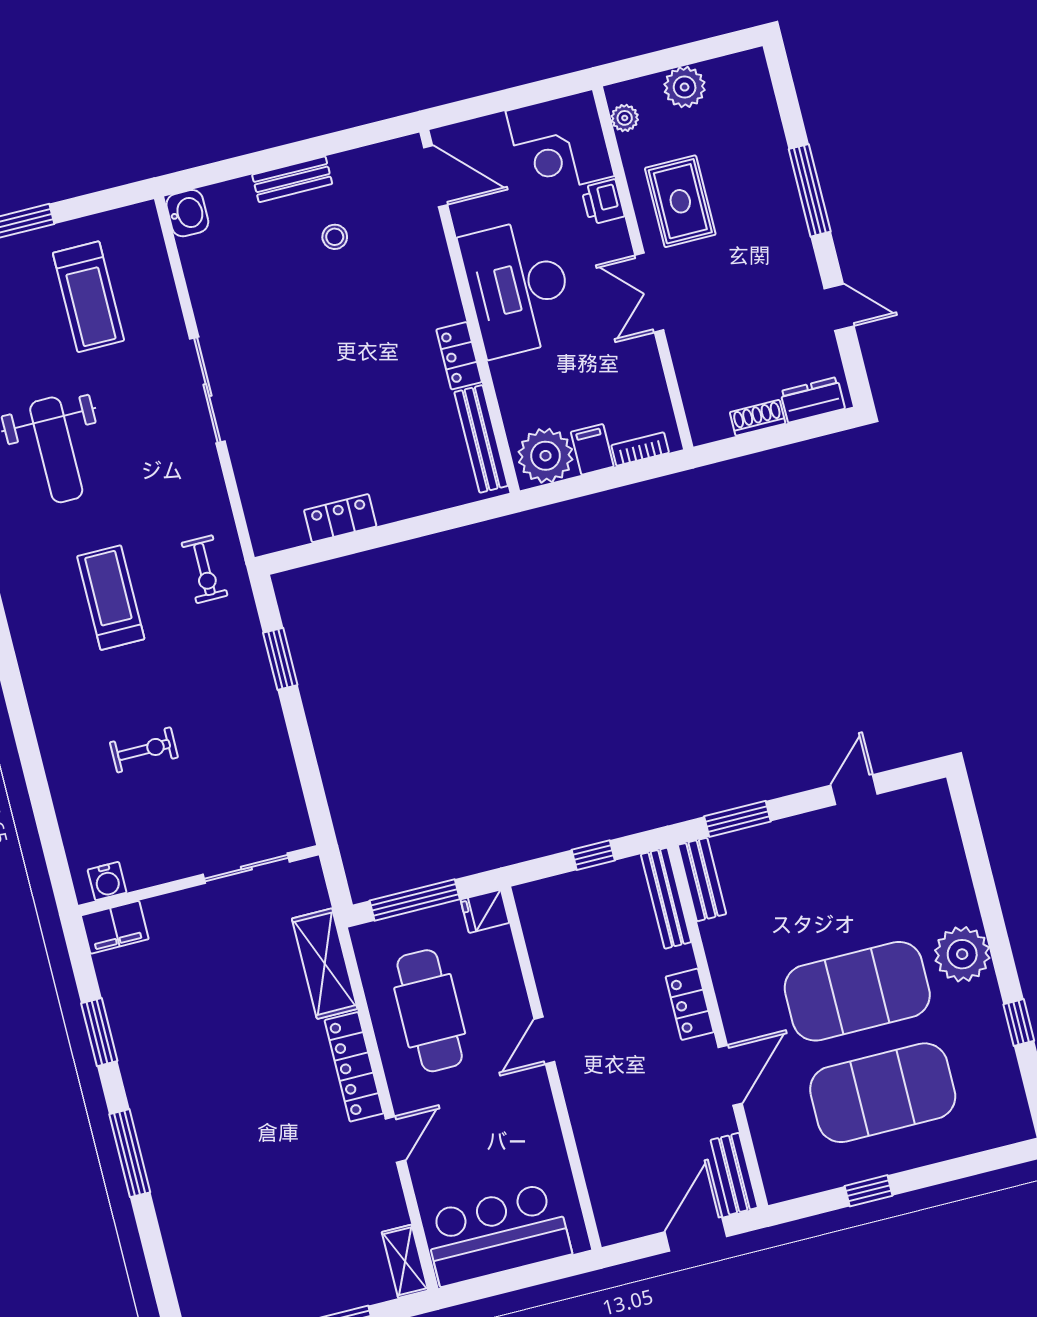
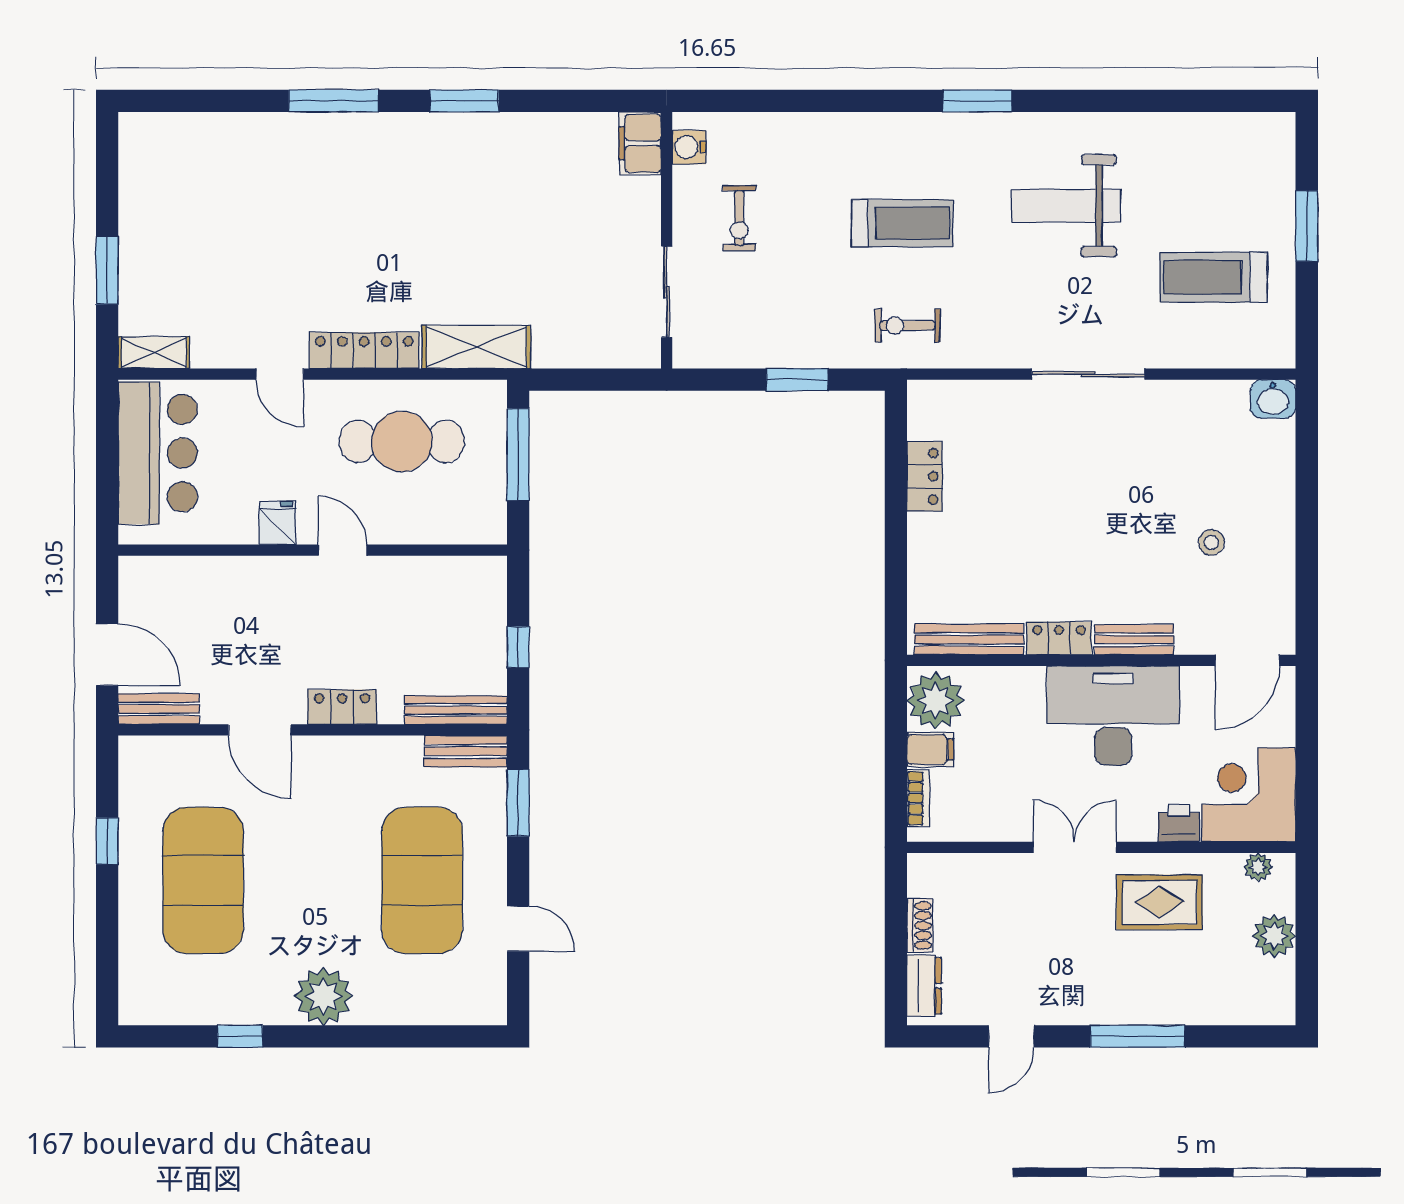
bench: (292, 179) -> (1134, 640), moved, turned 90
sliding door: (246, 868) -> (667, 292), moved
wall: (199, 880) -> (667, 240), moved
water cooler: (107, 881) -> (689, 147), moved
fridge: (485, 911) -> (277, 523), moved
filing cabinet: (115, 927) -> (640, 143), moved
exercise mat: (857, 991) -> (422, 880), moved

